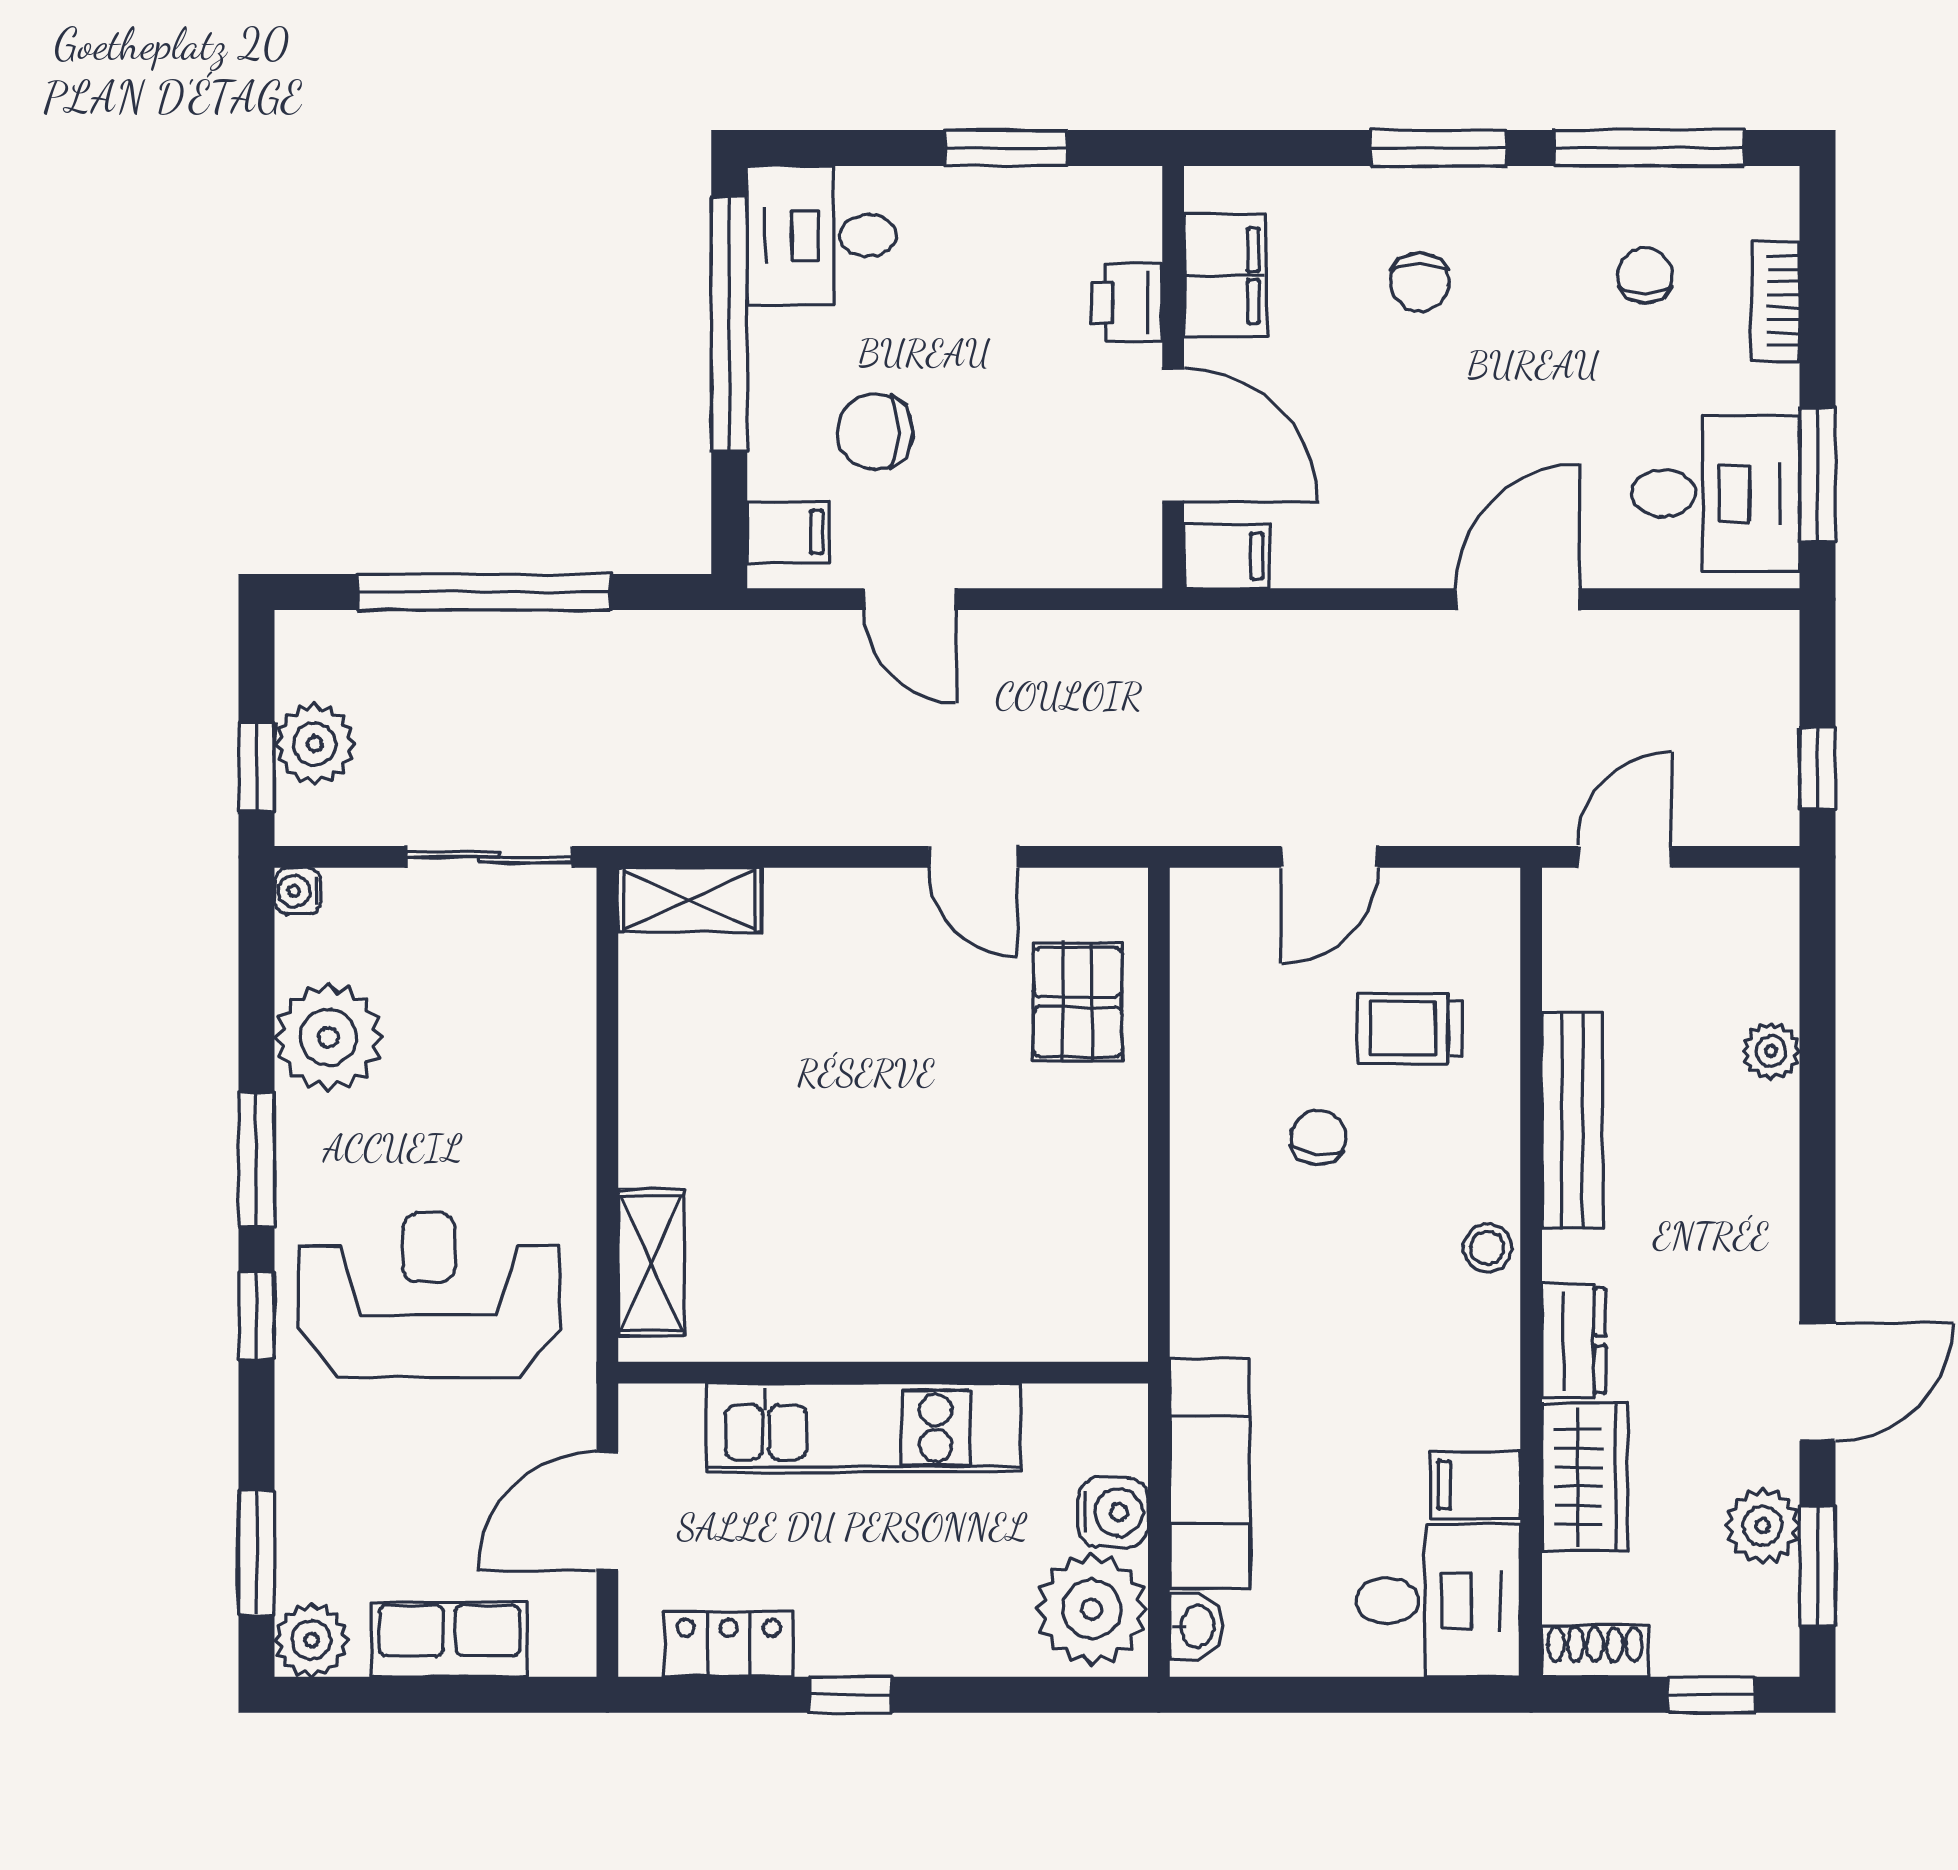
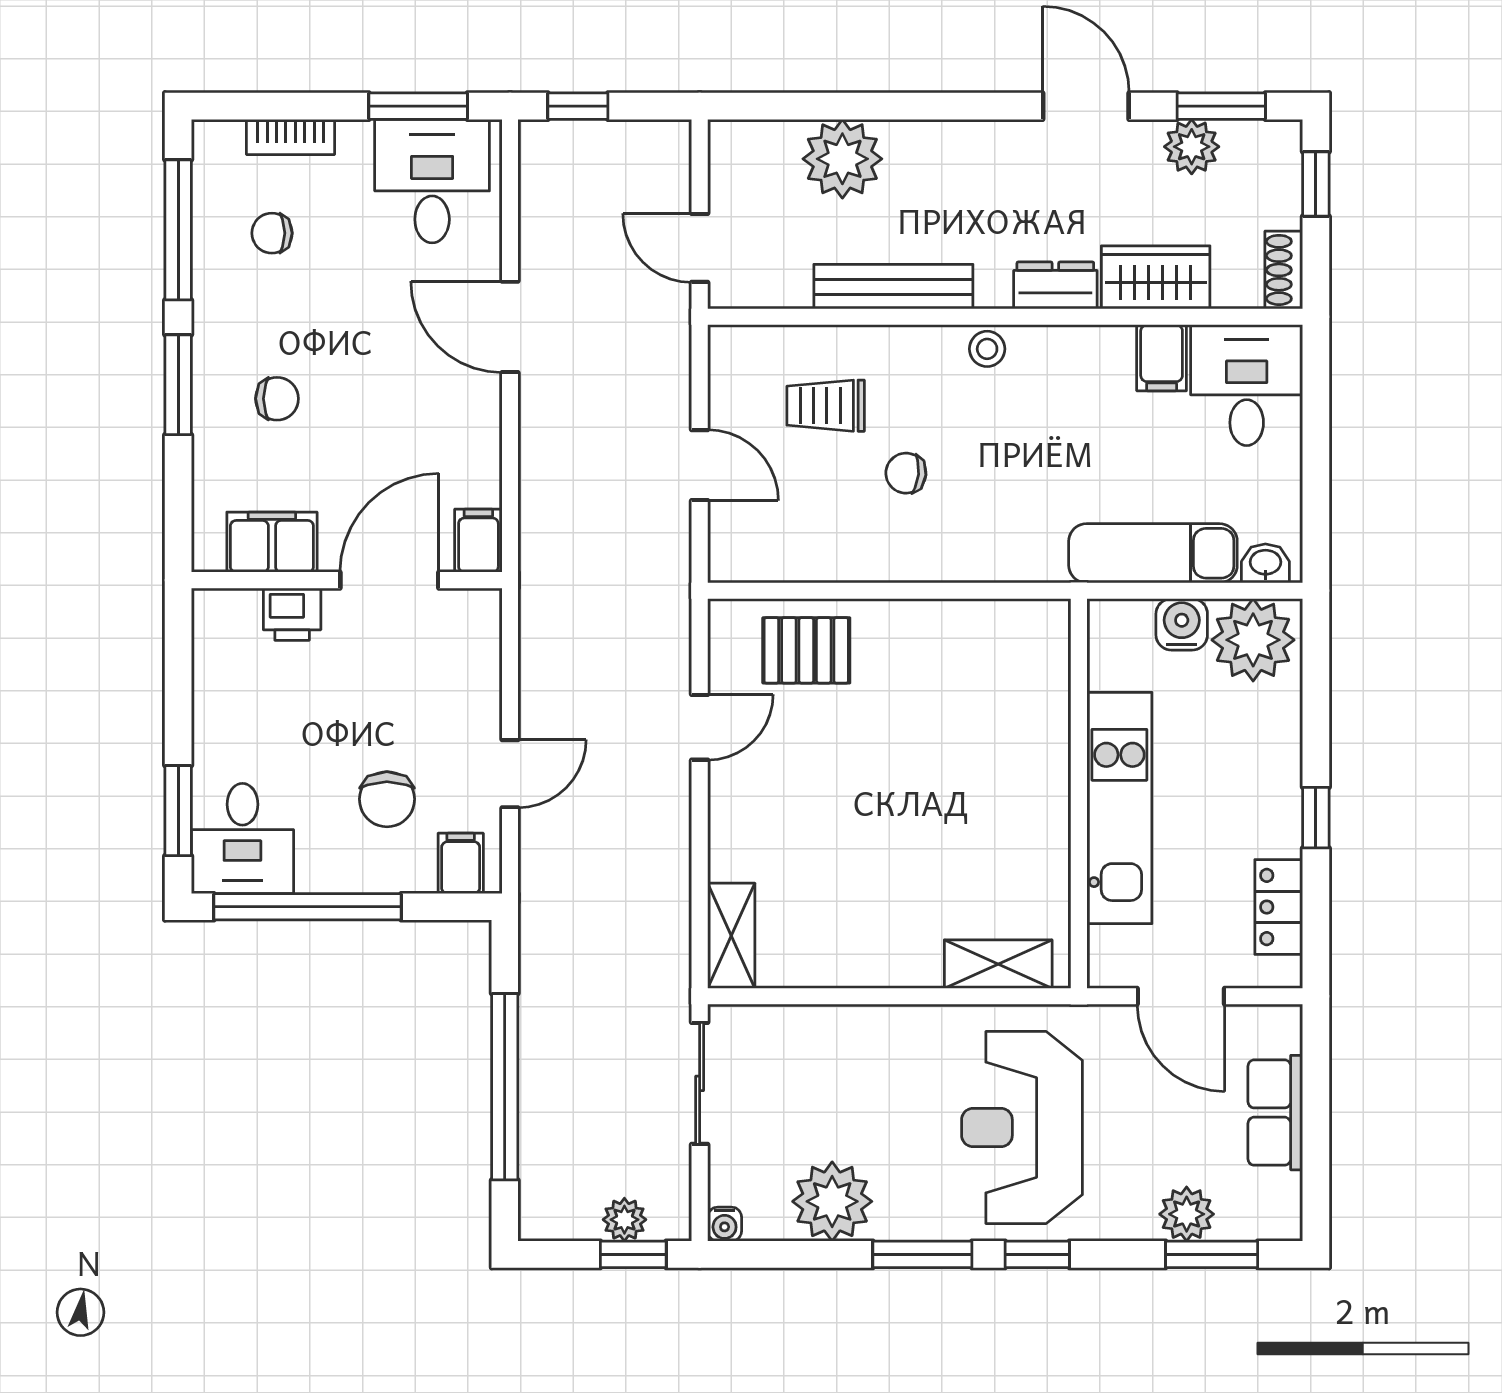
window: (1006, 148) -> (178, 811), moved
plant: (315, 744) -> (624, 1220), width x0.73, depth x0.73
window: (1818, 768) -> (578, 106), moved
trolley: (1410, 1028) -> (826, 406), turned 90
plant: (1771, 1051) -> (842, 159), width x1.87, depth x1.87
plant: (311, 1640) -> (1187, 1214), moved

